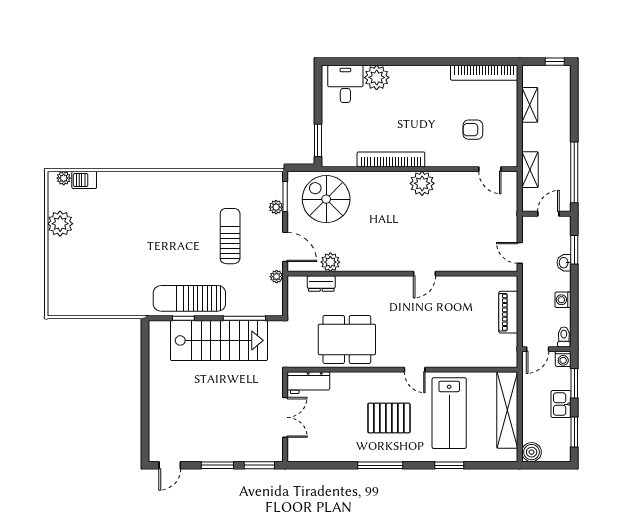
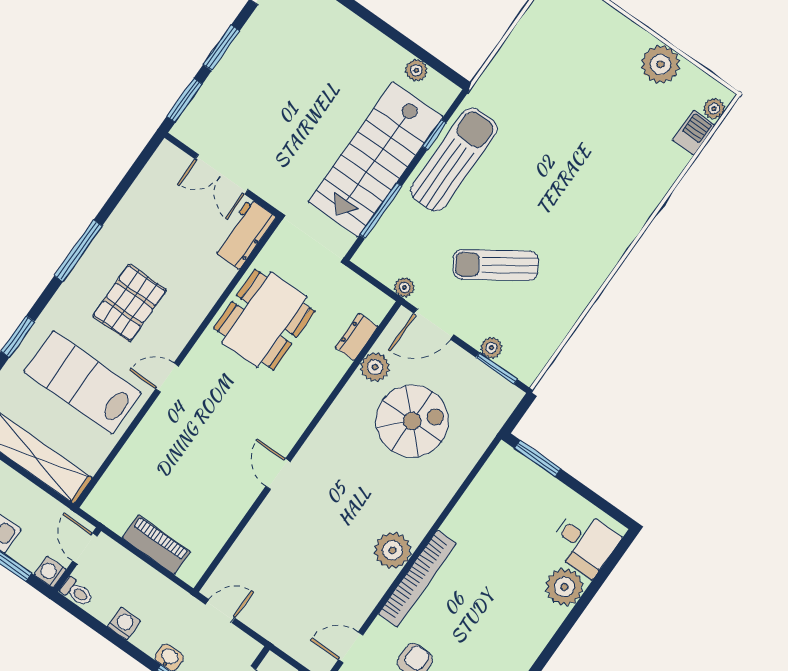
bookcase: (391, 159) -> (417, 579), moved
spiral stairs: (326, 199) -> (412, 421), moved
sun lounger: (230, 236) -> (496, 265), turned 146
plant: (156, 352) -> (416, 70), added

